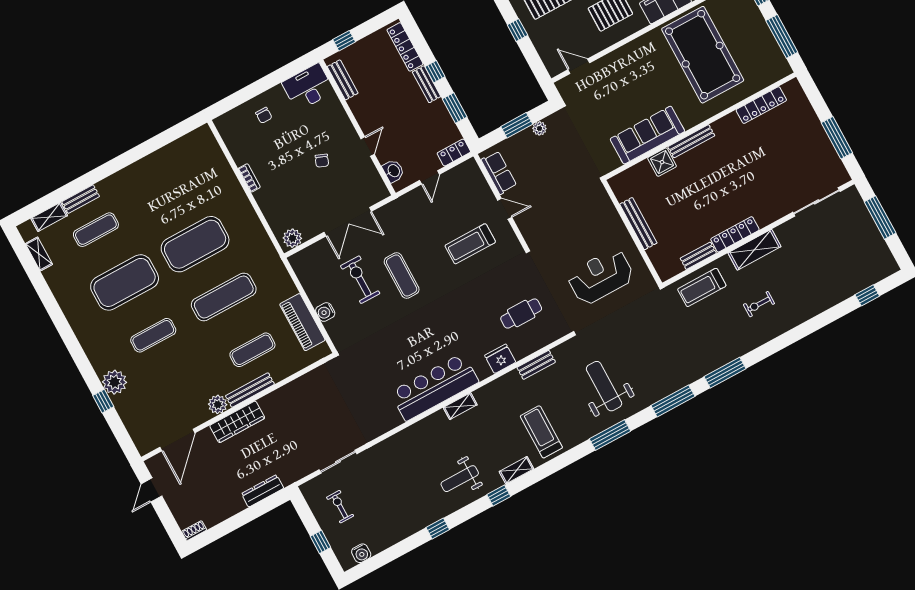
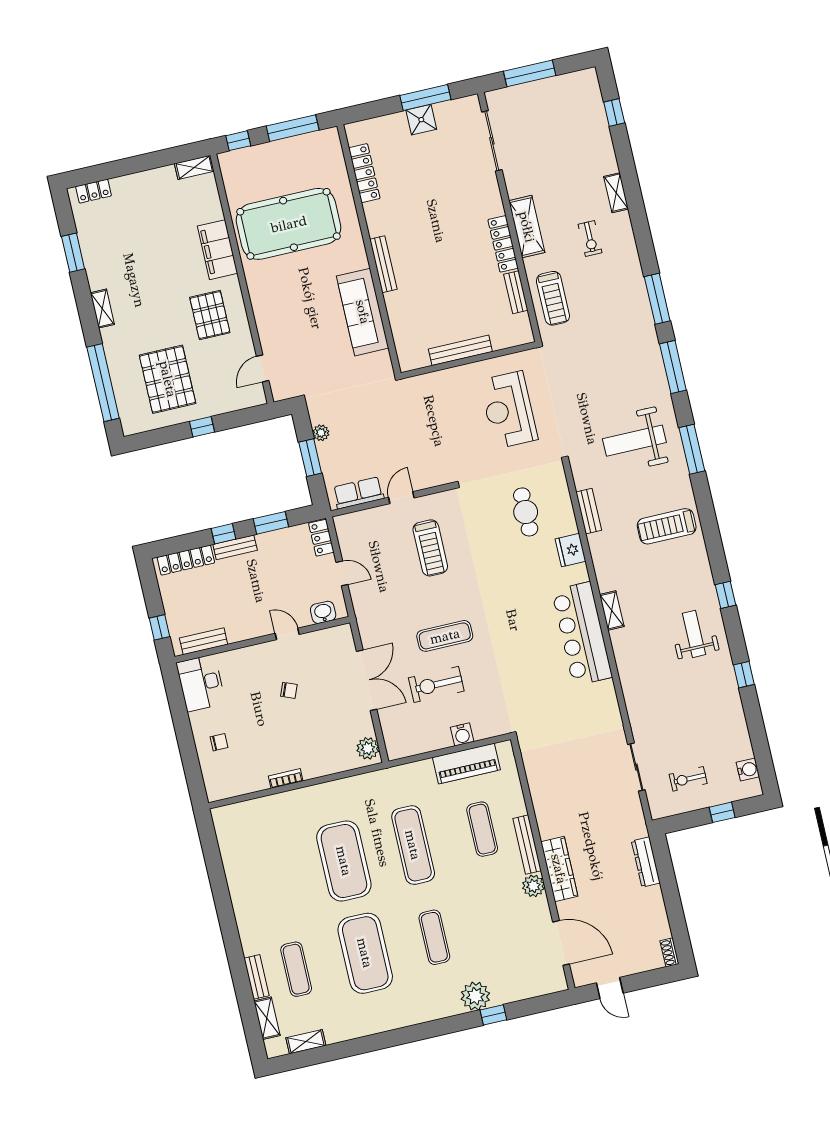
shower: (662, 162) -> (421, 120), moved
shelving: (516, 470) -> (616, 193), moved
weight bench: (460, 479) -> (694, 634), turned 180

